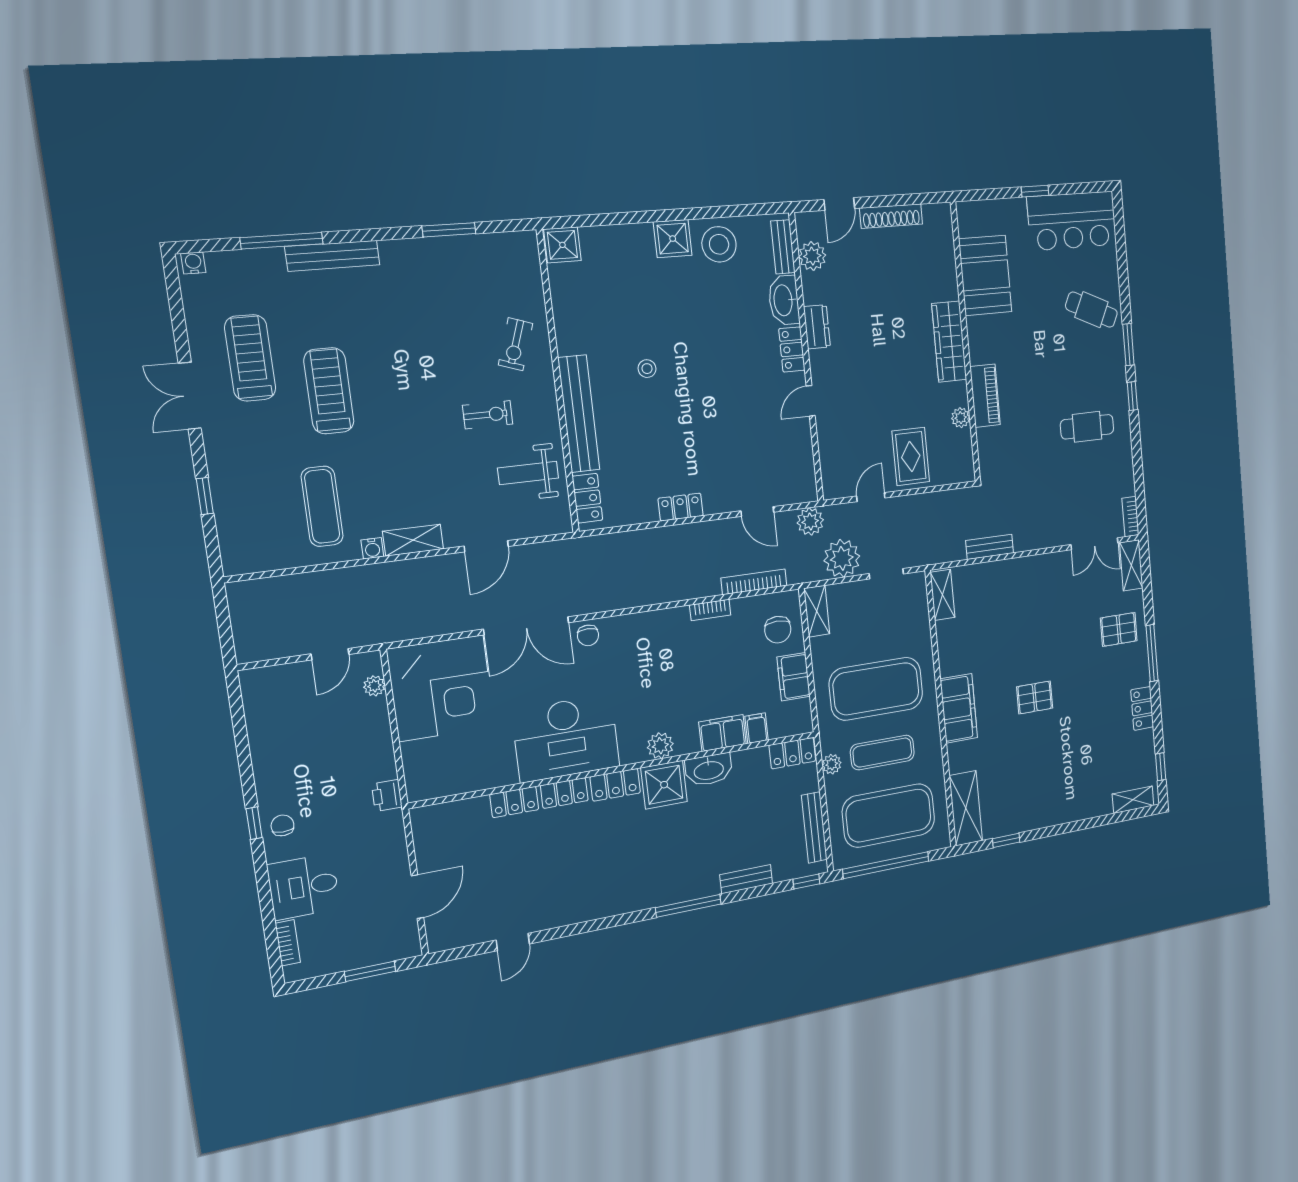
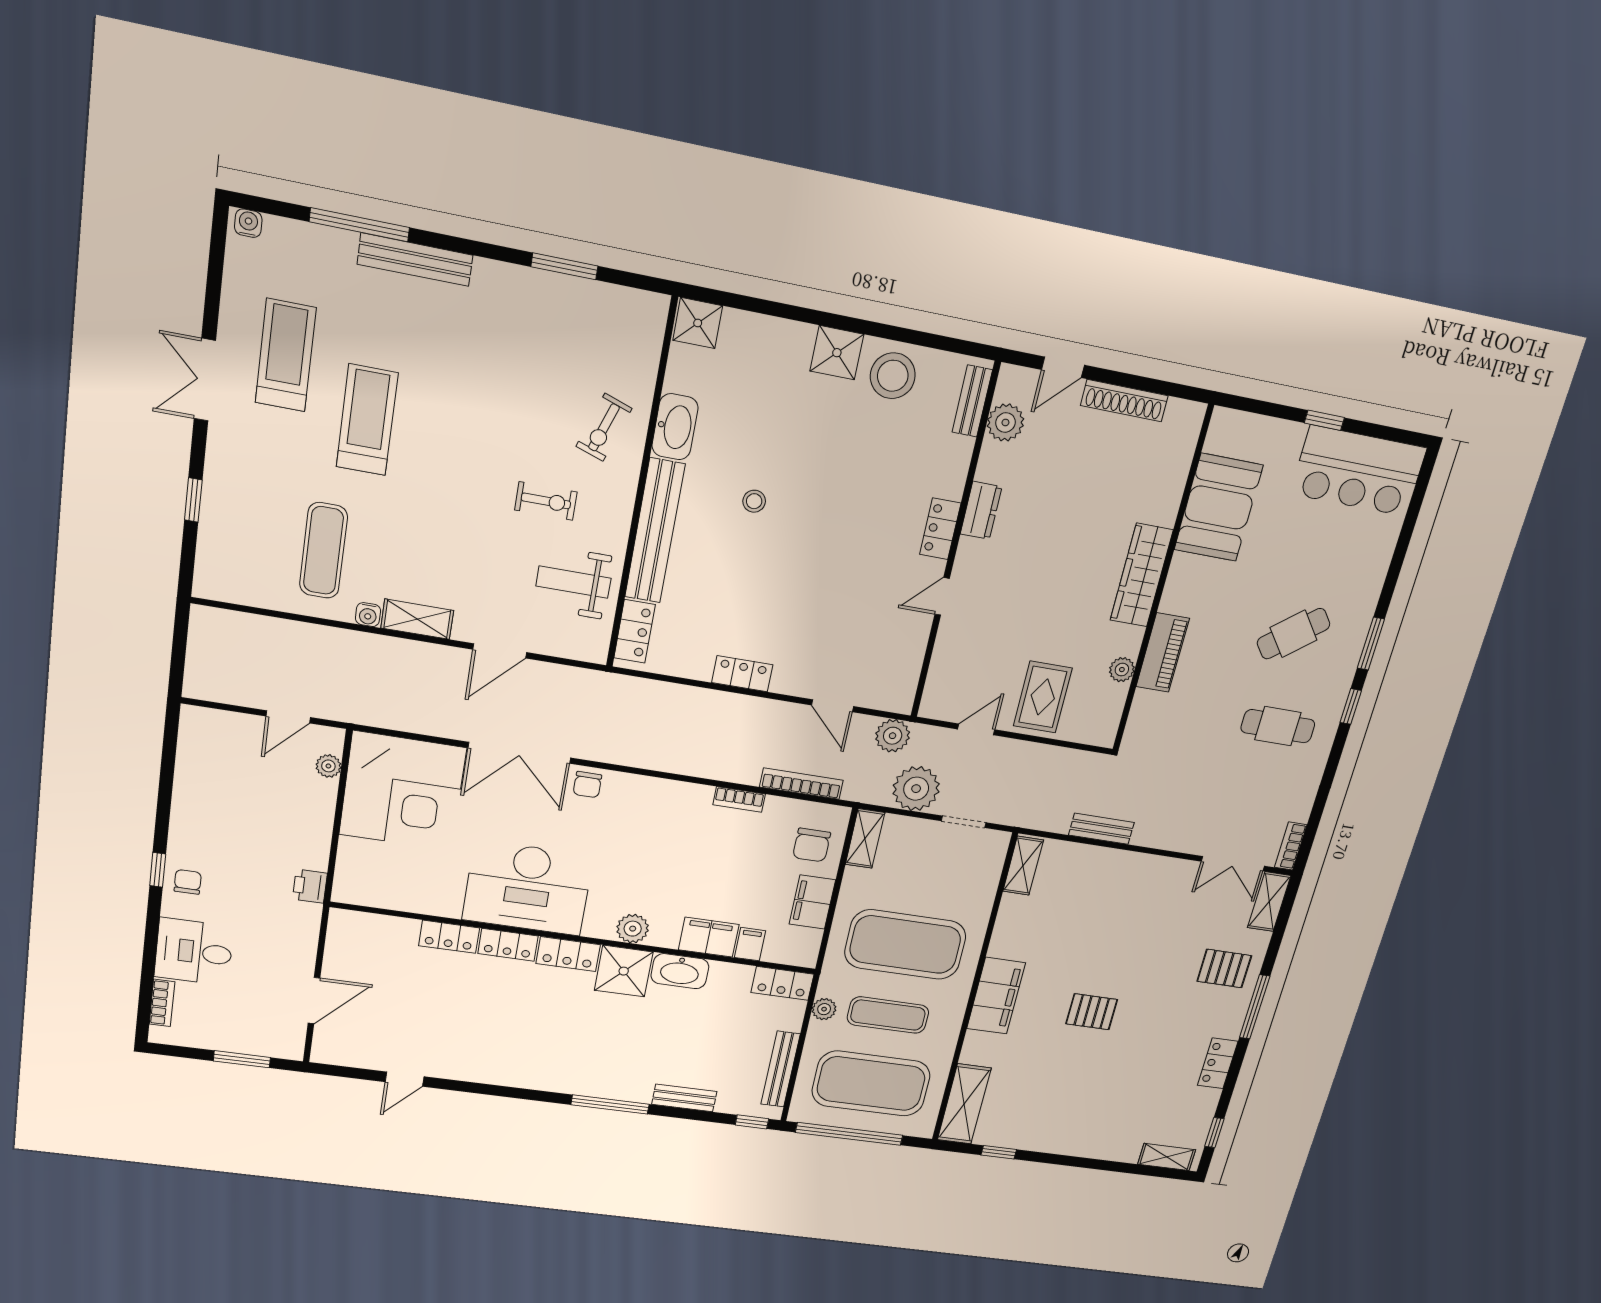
washbasin: (784, 300) -> (675, 427), moved, turned 180
cafe table: (1091, 310) -> (1293, 634), moved, turned -63

